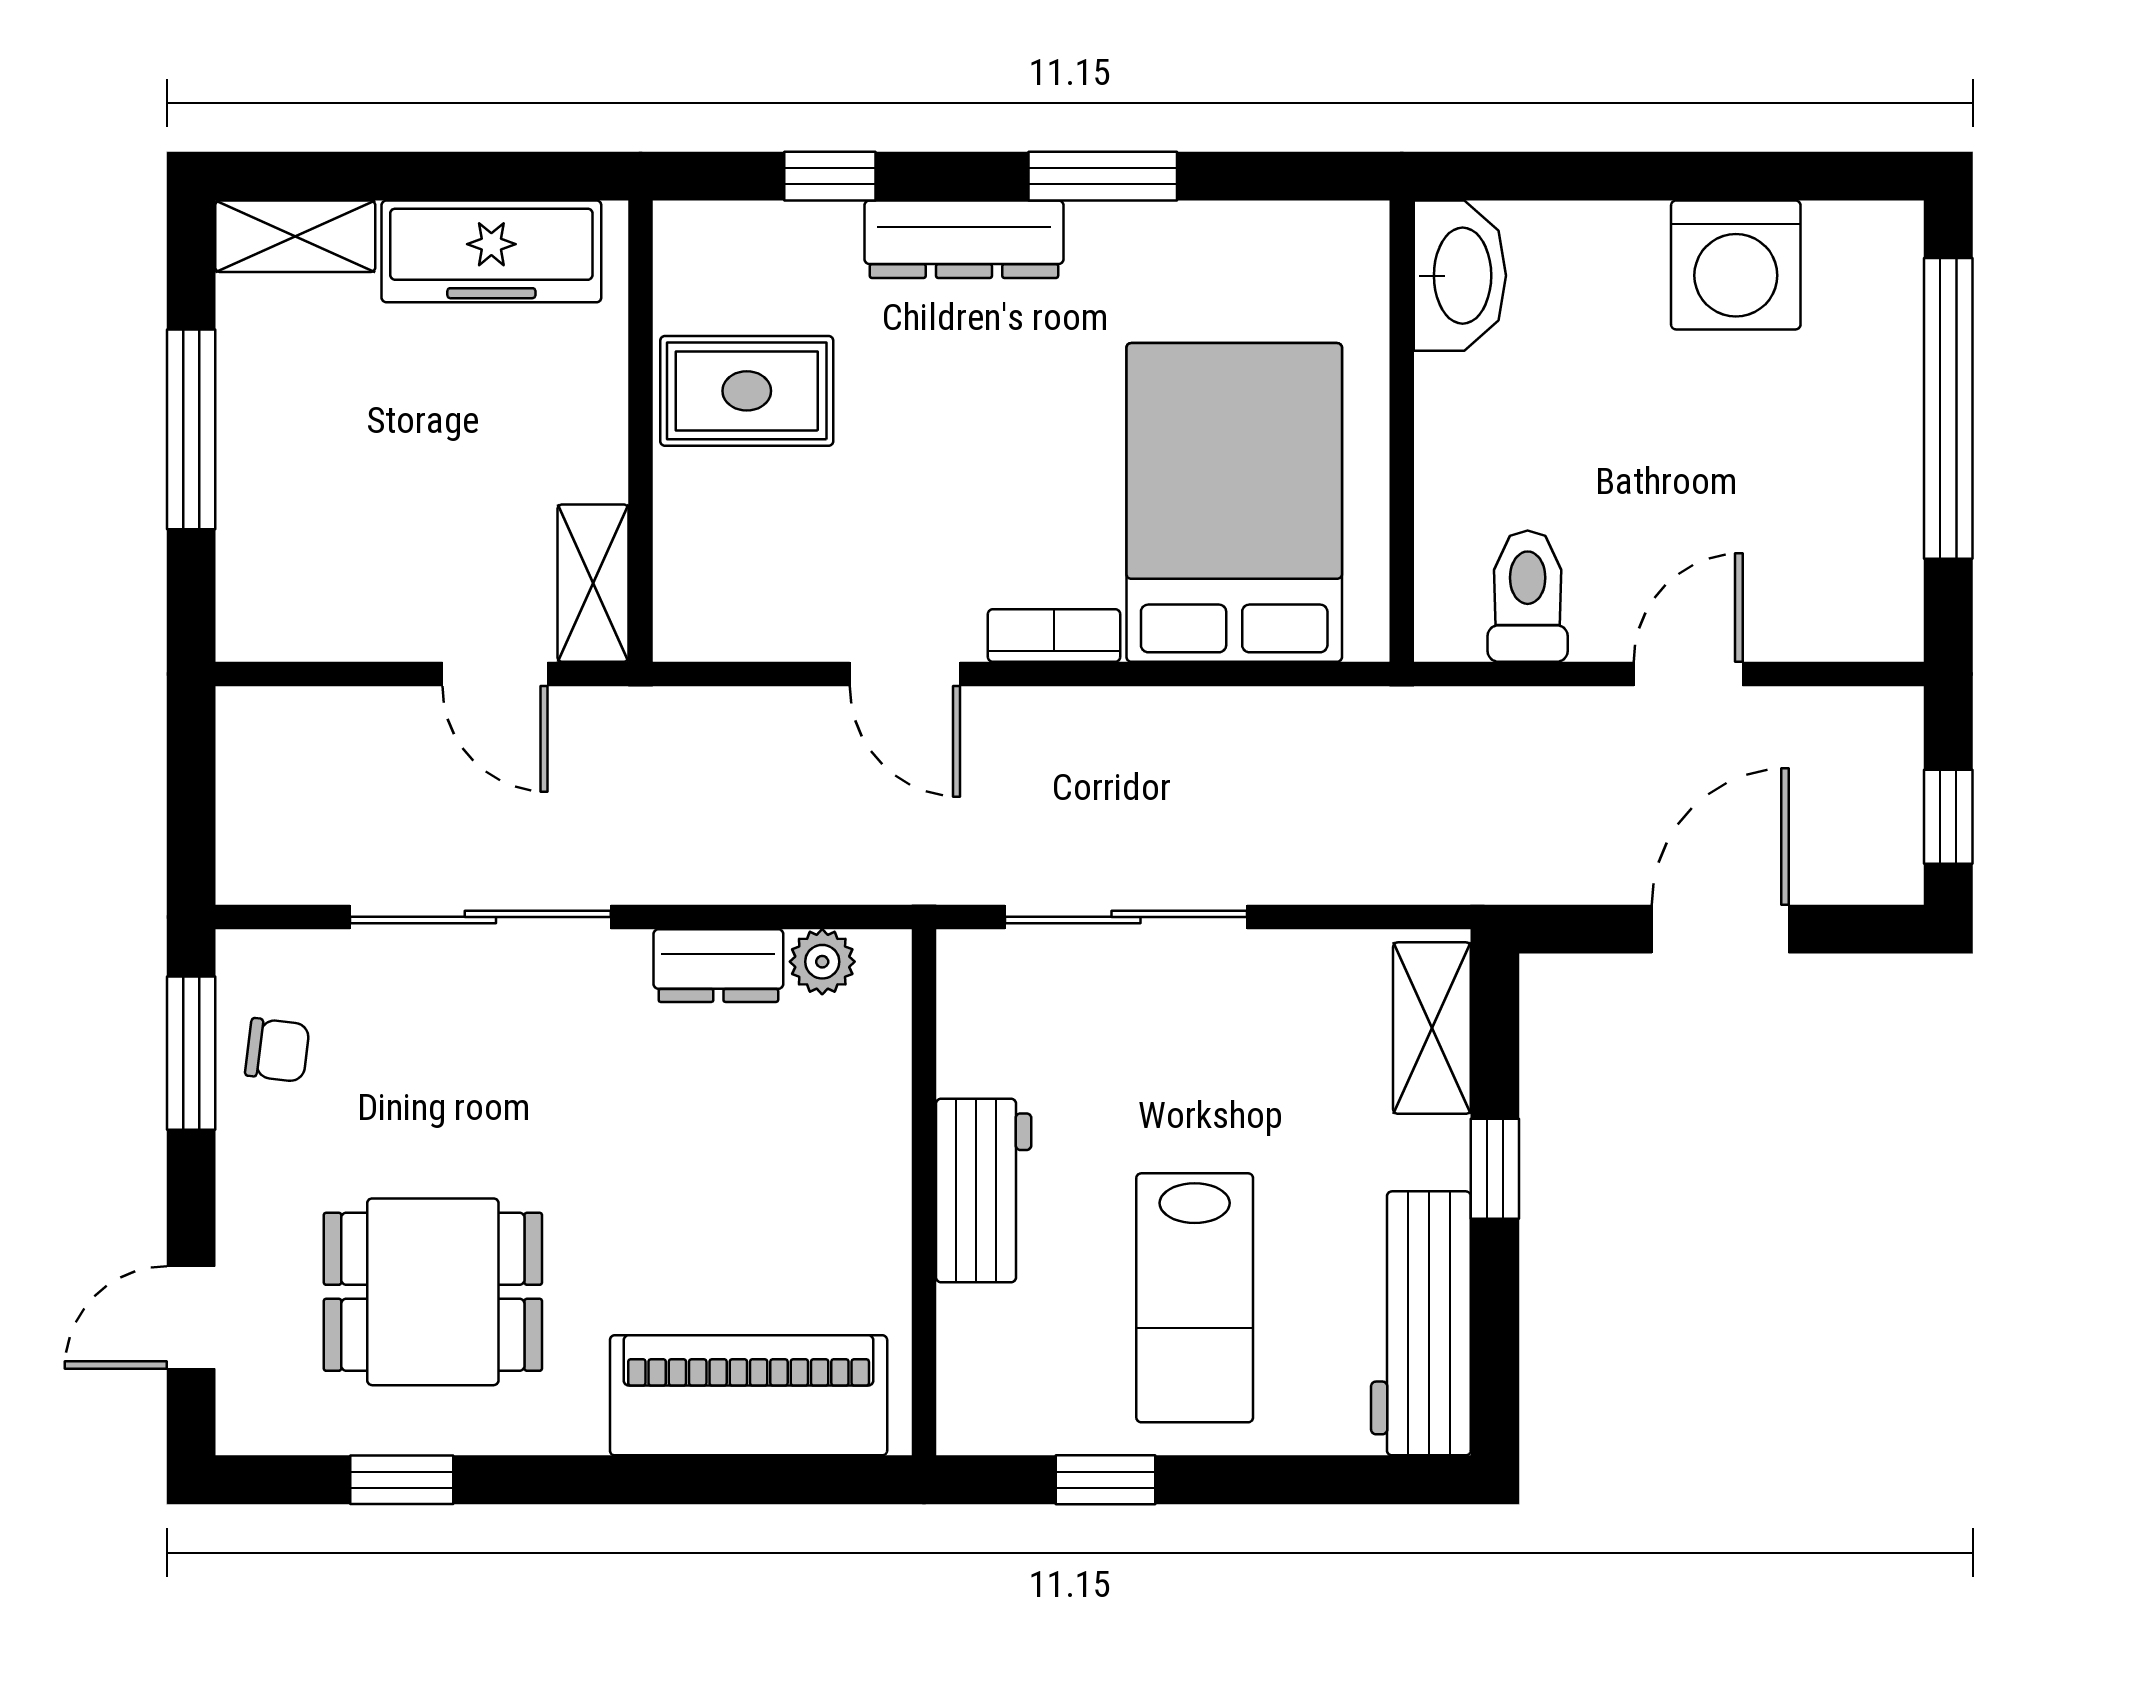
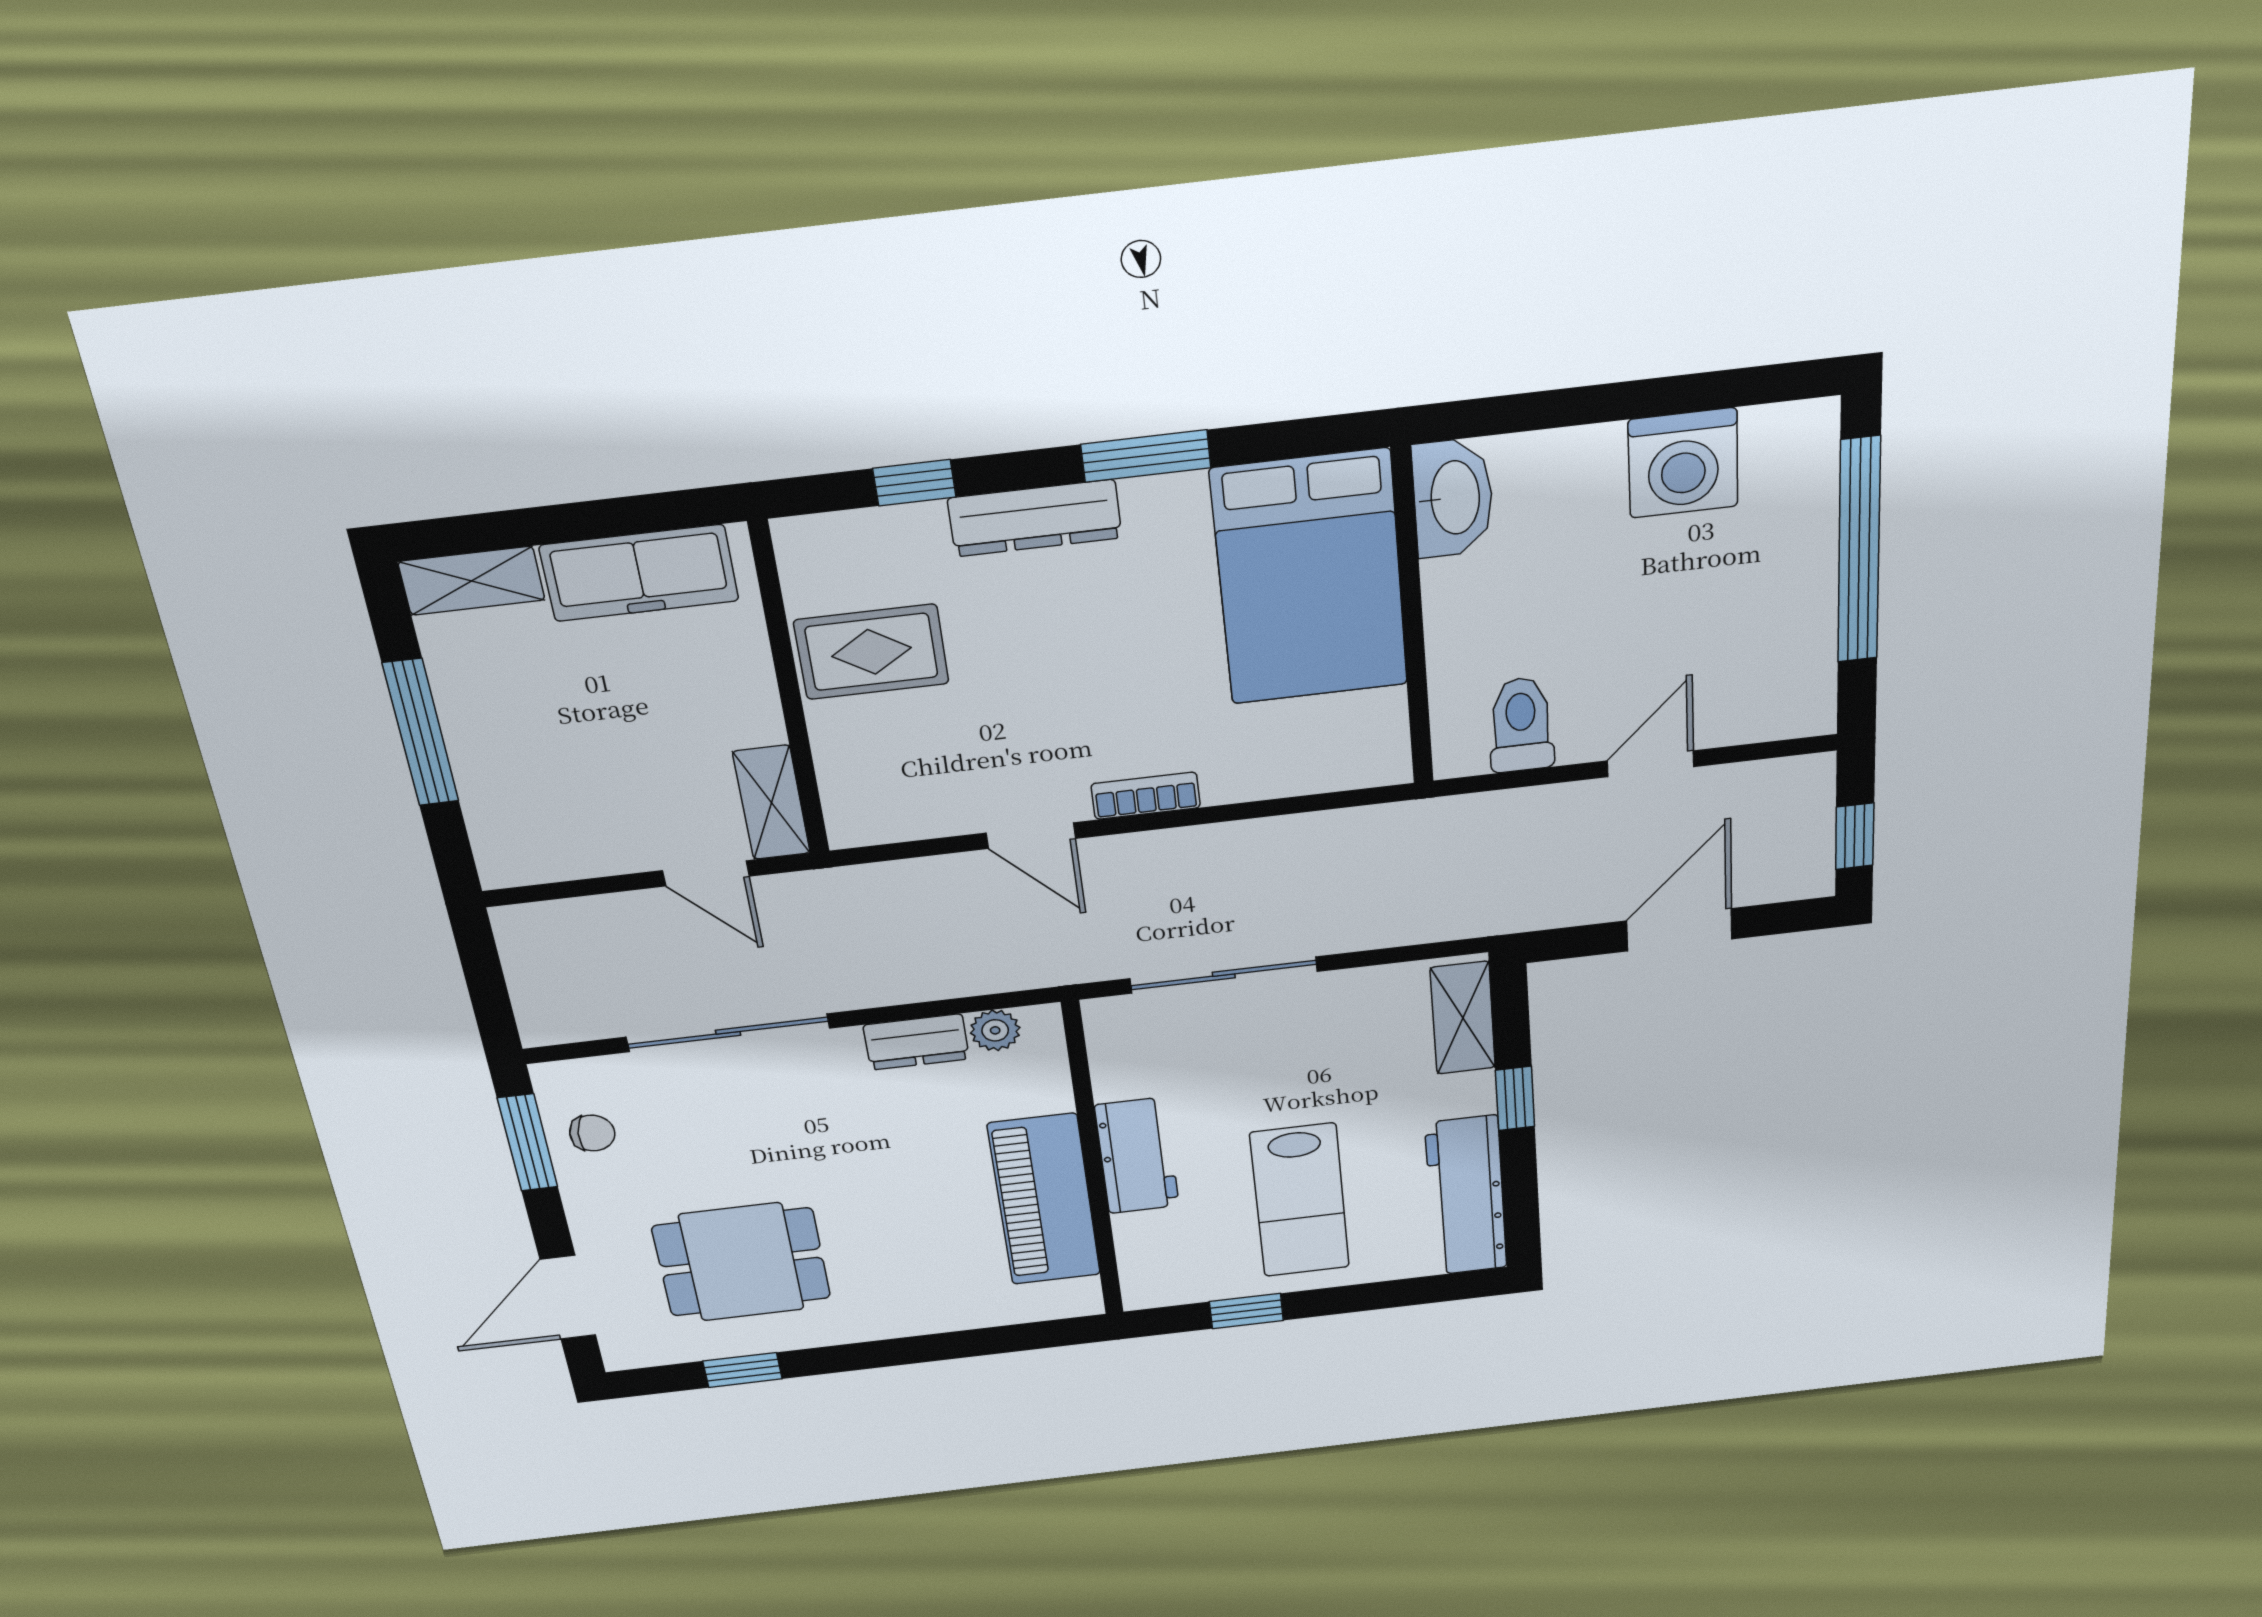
bed: (1234, 502) -> (1310, 578), moved, turned 180
door: (191, 1318) -> (568, 1297), width x1.37
piano: (749, 1395) -> (1044, 1200), moved, turned -90

